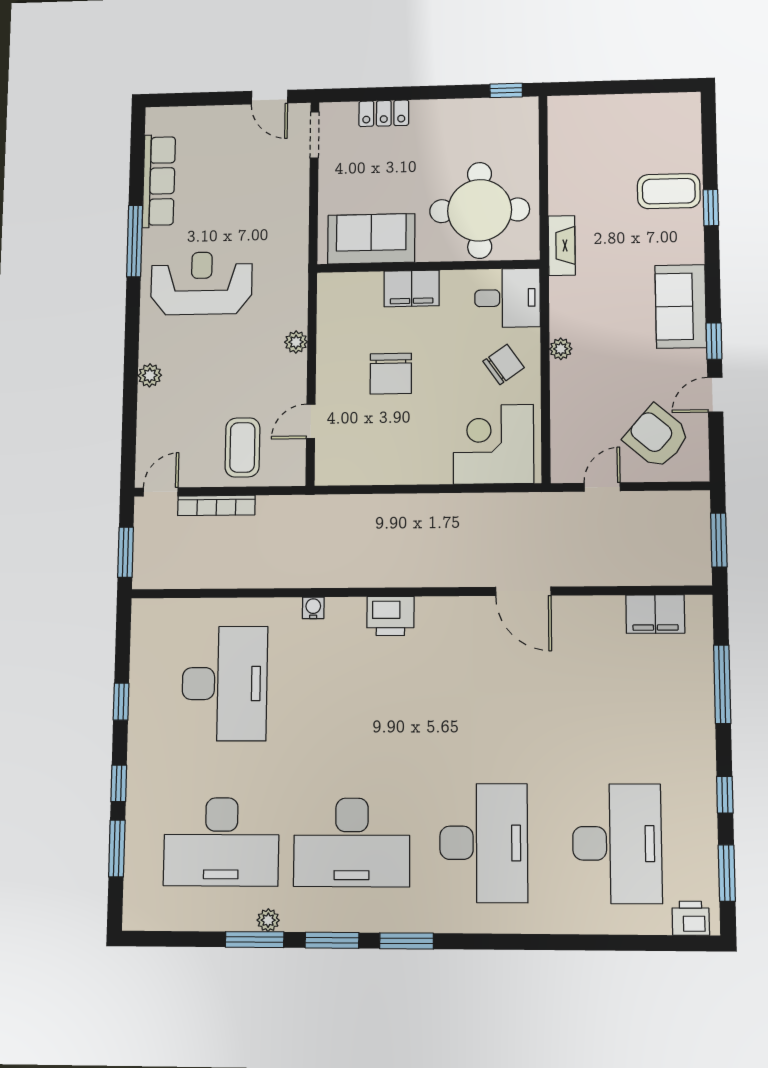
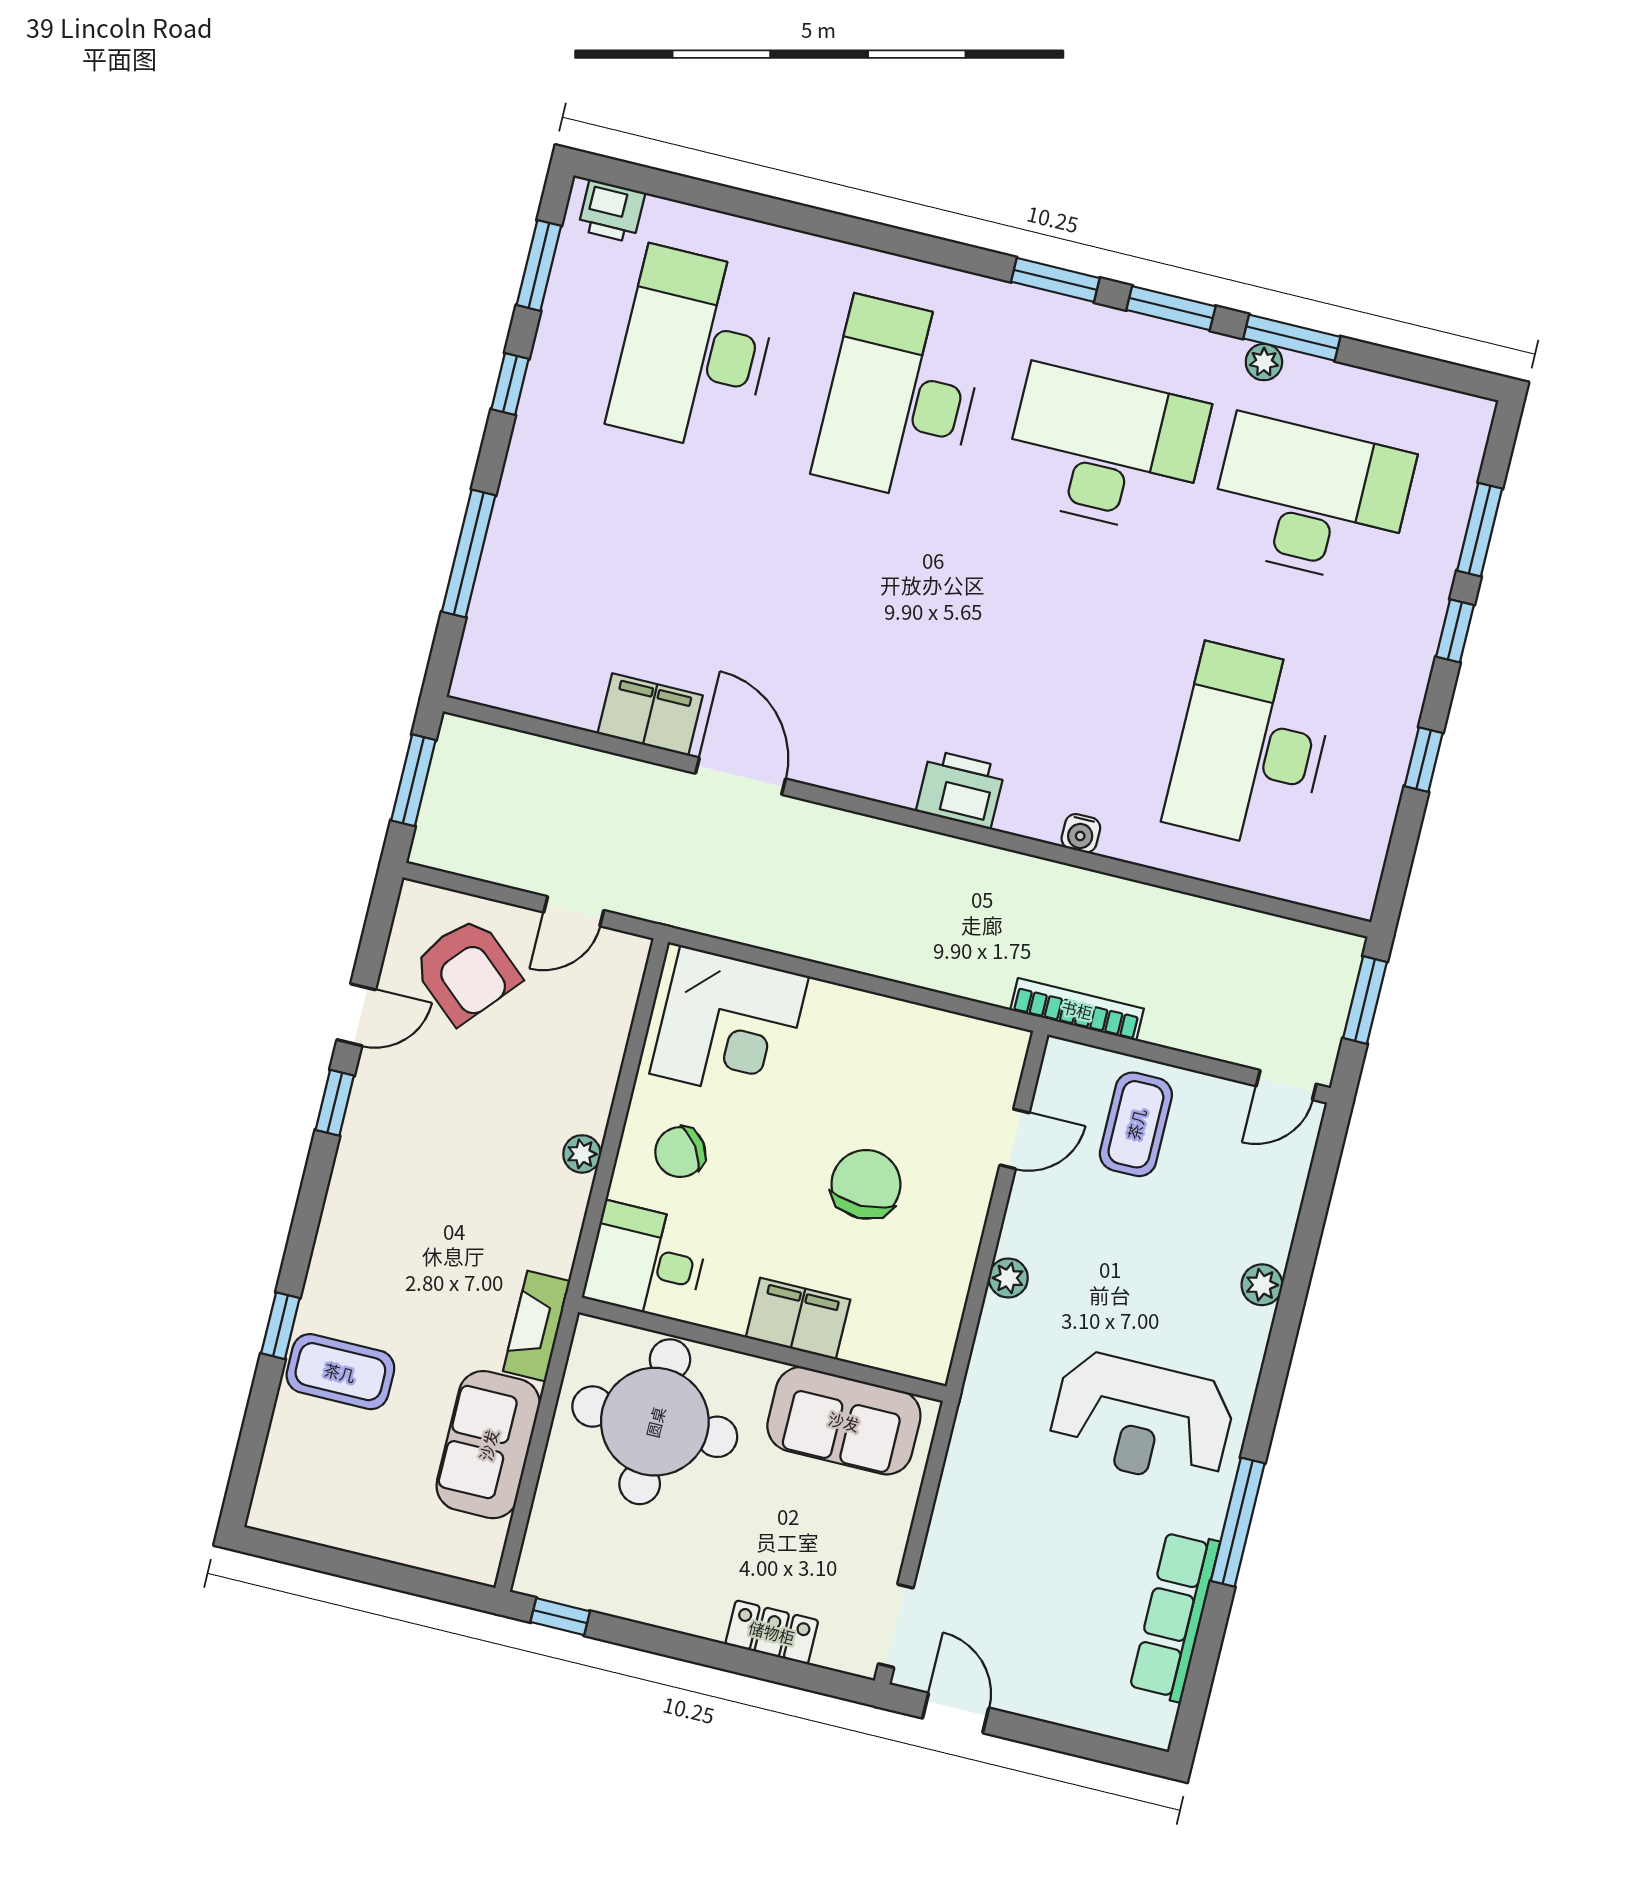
sofa: (681, 306) -> (488, 1445), moved, turned 180
bookcase: (216, 505) -> (1077, 1009), moved
filing cabinet: (655, 614) -> (650, 714), moved

